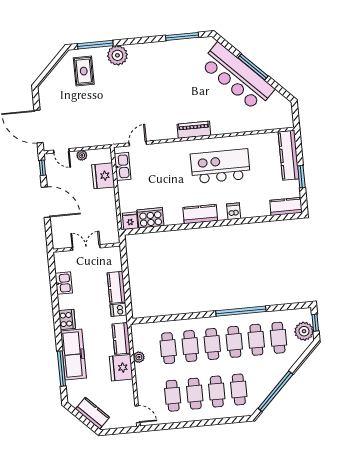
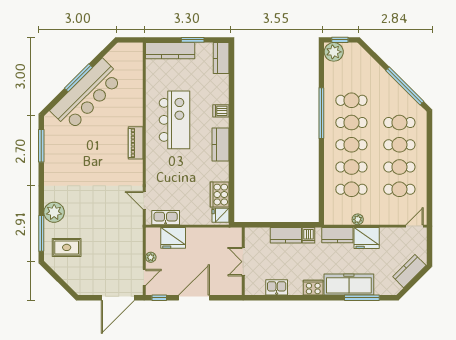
kitchen island: (220, 166) -> (175, 120), turned 180
plant: (304, 331) -> (334, 52), moved
cafe table: (278, 338) -> (351, 78), removed

